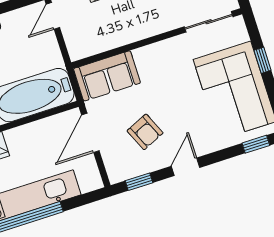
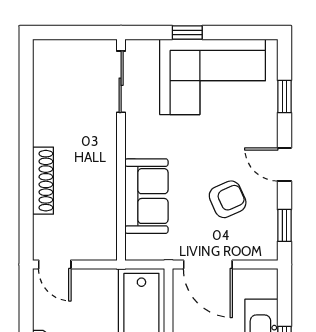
sofa: (107, 76) -> (146, 196), moved
window: (256, 144) -> (284, 96), moved

